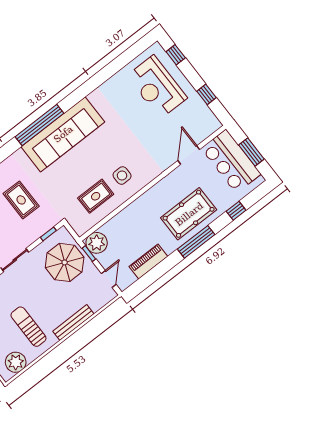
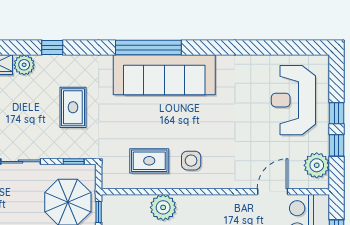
window: (176, 55) -> (337, 113), moved
plant: (204, 117) -> (317, 165), added
plant: (97, 243) -> (163, 207), moved

